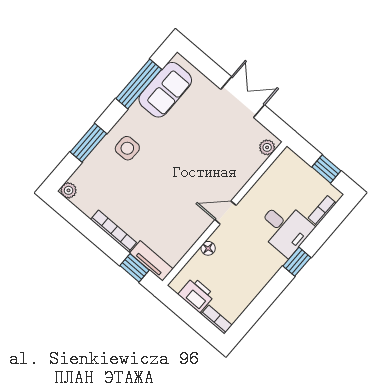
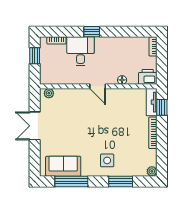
printer: (196, 295) -> (148, 77), moved, turned 90

